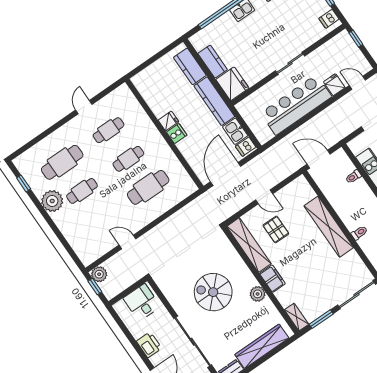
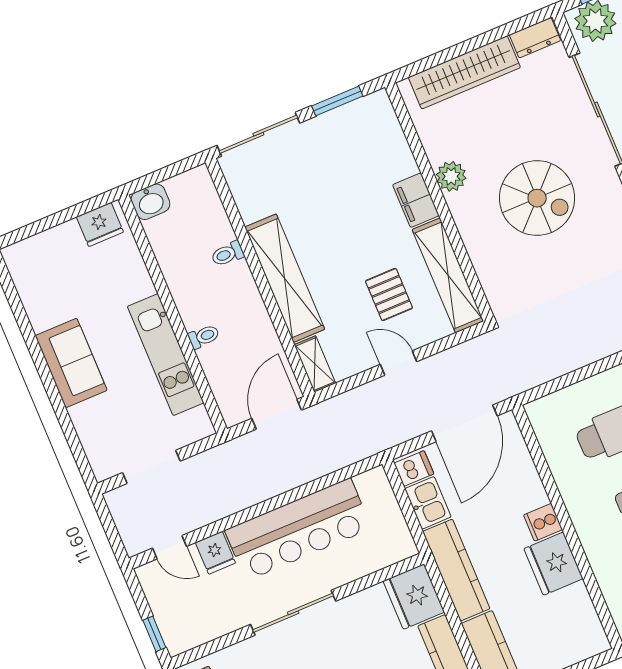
sliding door: (290, 63) -> (293, 613), width x1.37
fridge: (168, 121) -> (553, 564), width x1.88, depth x1.34
door: (319, 159) -> (277, 414), swing flipped
toilet: (353, 177) -> (204, 336), moved
shelving: (297, 317) -> (315, 364), moved

